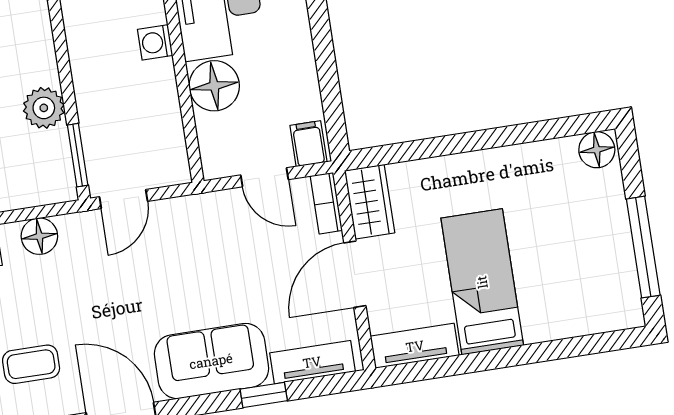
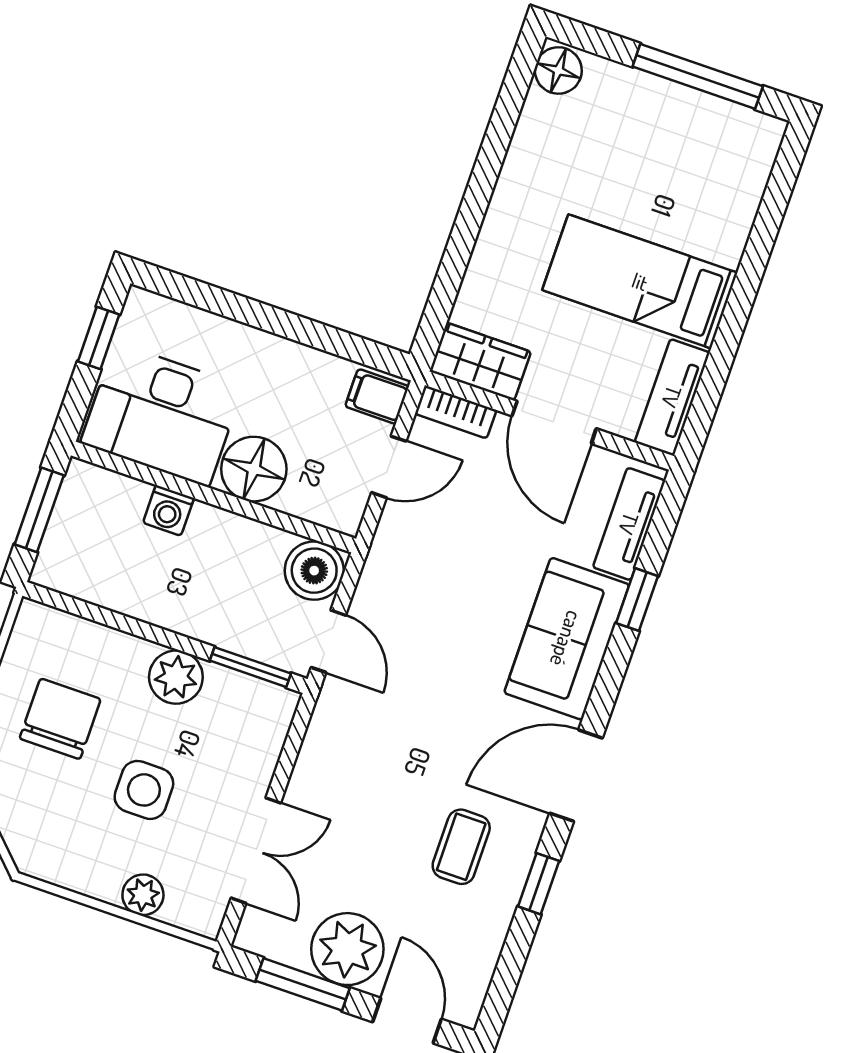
boiler: (167, 164) -> (314, 571), added
floor lamp: (39, 236) -> (320, 760), removed

